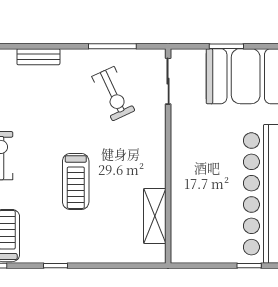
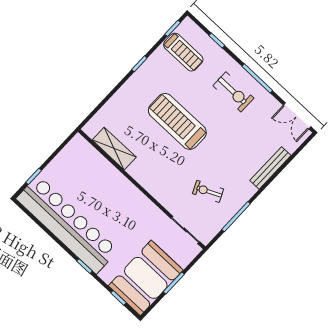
bench: (38, 57) -> (270, 168), width x1.36
exercise bike: (113, 94) -> (208, 191), width x0.73, depth x0.72
treadmill: (76, 182) -> (177, 121), width x1.37, depth x1.38

